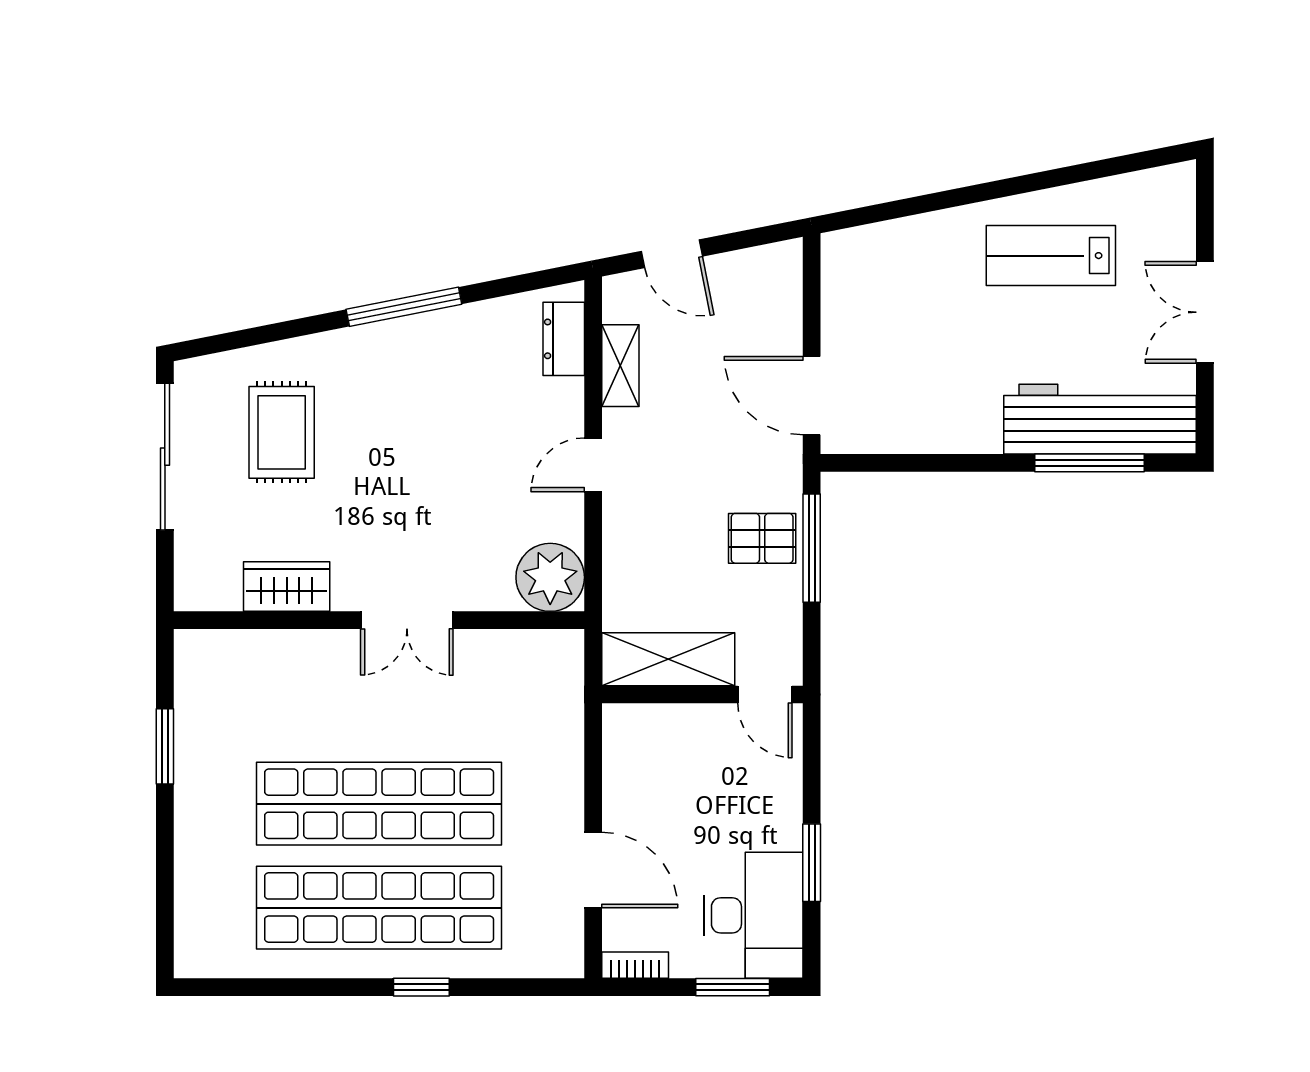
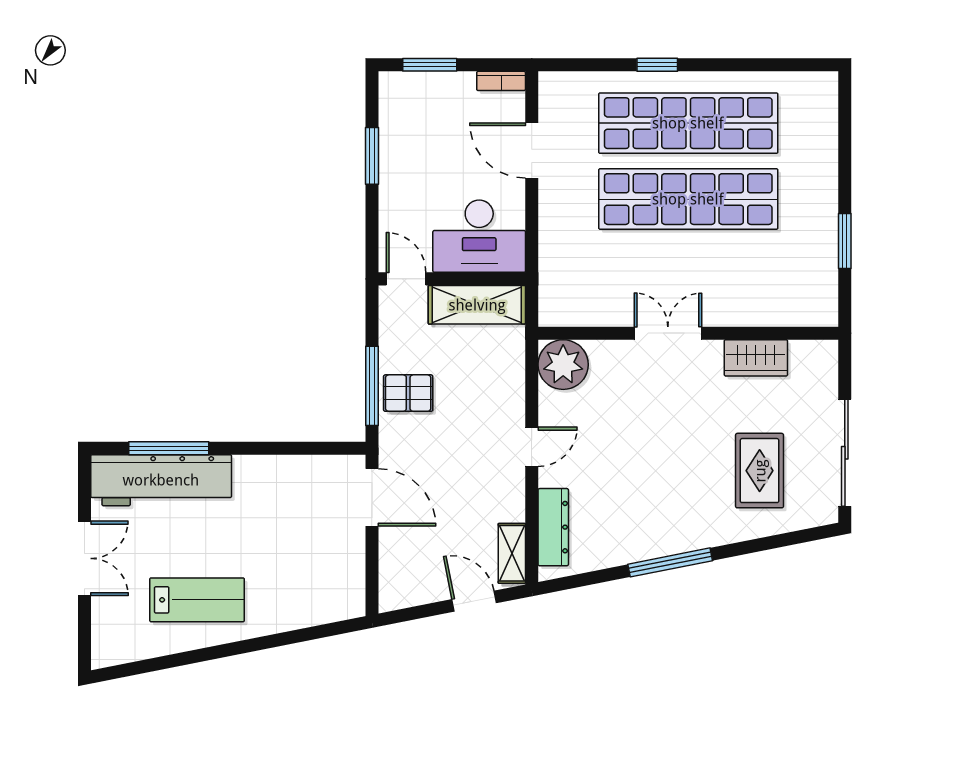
dresser: (564, 339) -> (553, 527), width x1.44
shelving: (620, 366) -> (512, 553), moved
desk: (753, 915) -> (479, 236), moved, turned -90

